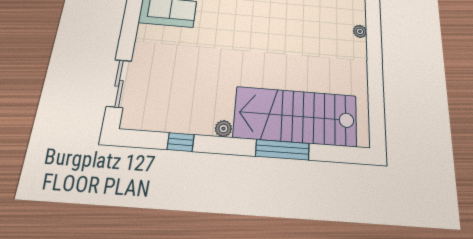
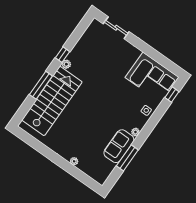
window: (181, 142) -> (63, 55), moved

